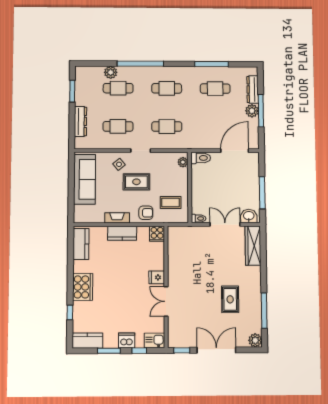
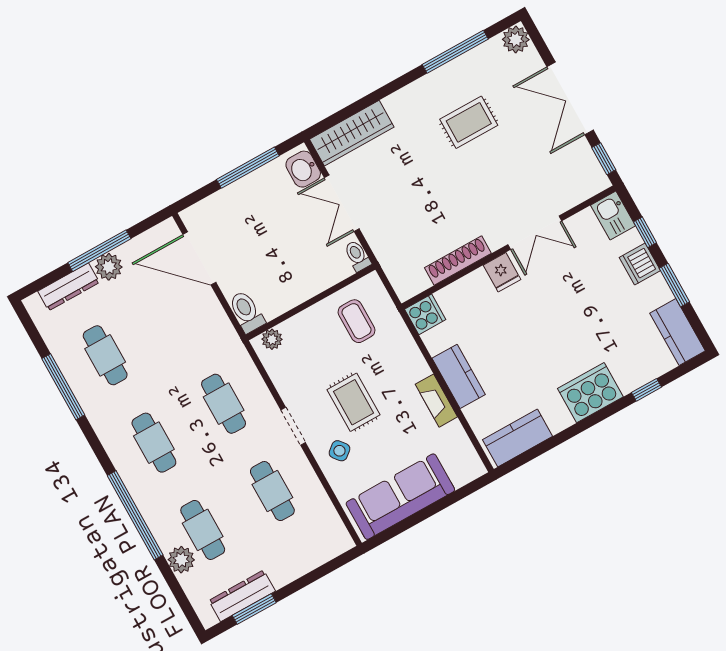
dresser: (80, 121) -> (242, 596), moved
armchair: (146, 213) -> (399, 355), removed
shoe rack: (173, 261) -> (458, 261), added

